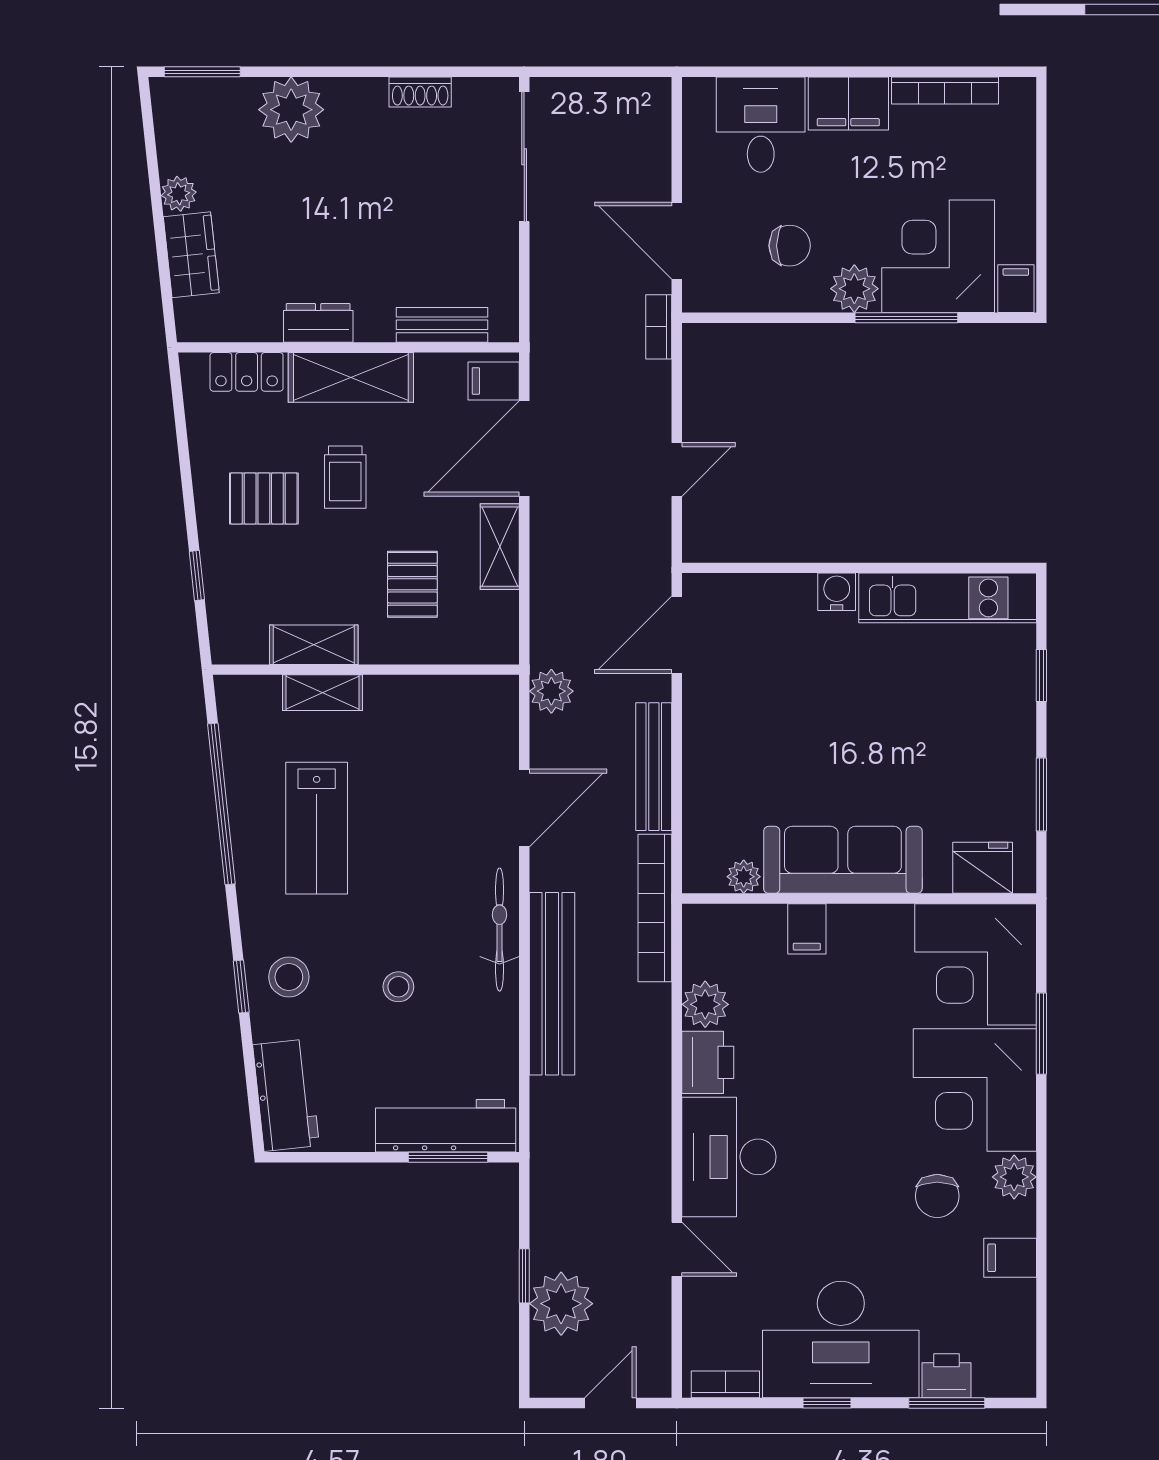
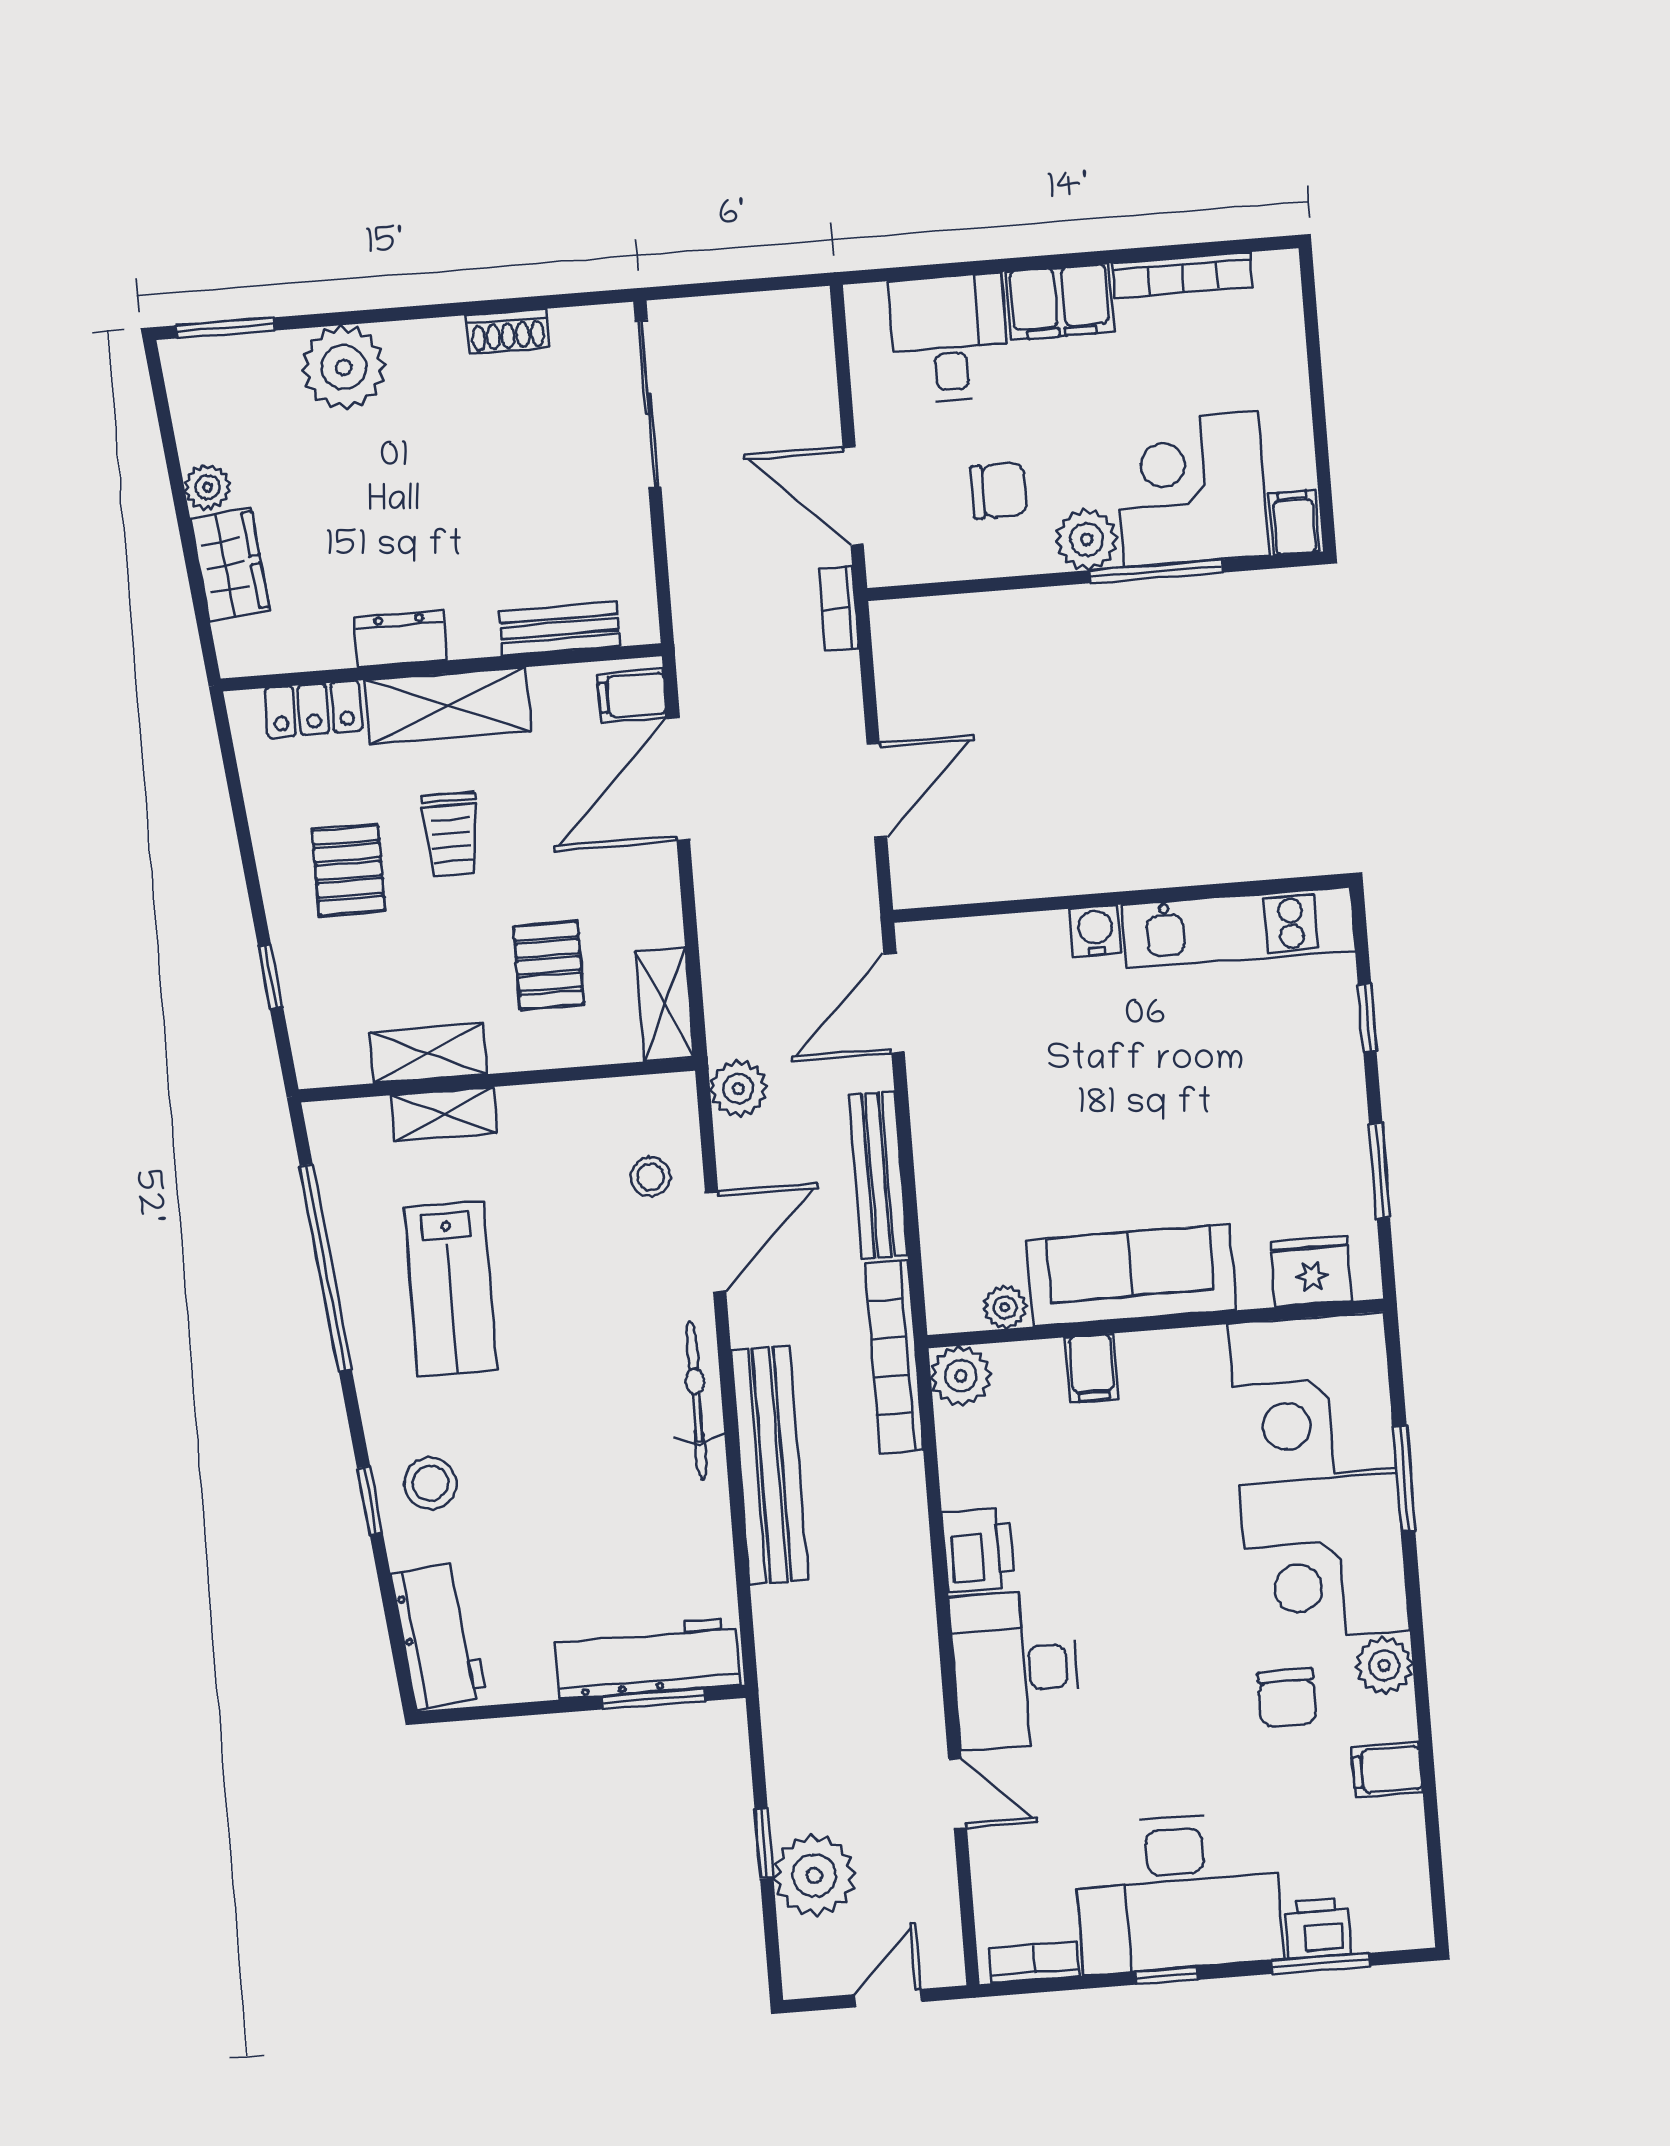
door: (677, 469) -> (877, 790), width x1.38
pallet: (264, 498) -> (349, 870), turned 90
shelving: (500, 547) -> (665, 1004), moved
stool: (398, 987) -> (651, 1177), moved
plant: (705, 1004) -> (961, 1376), moved

